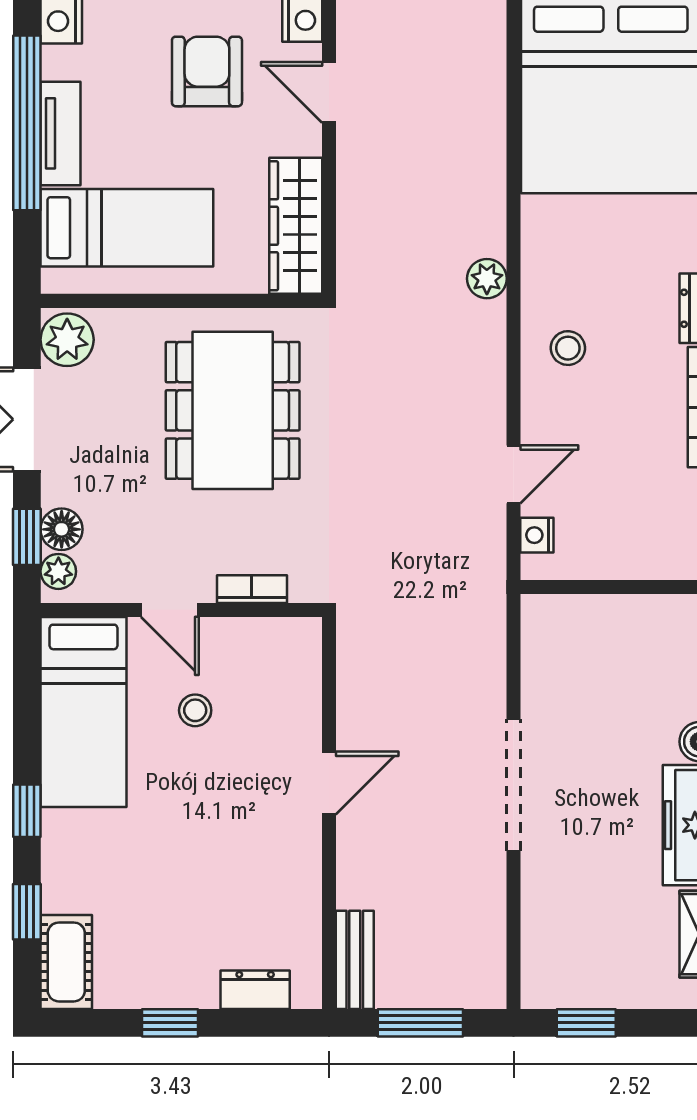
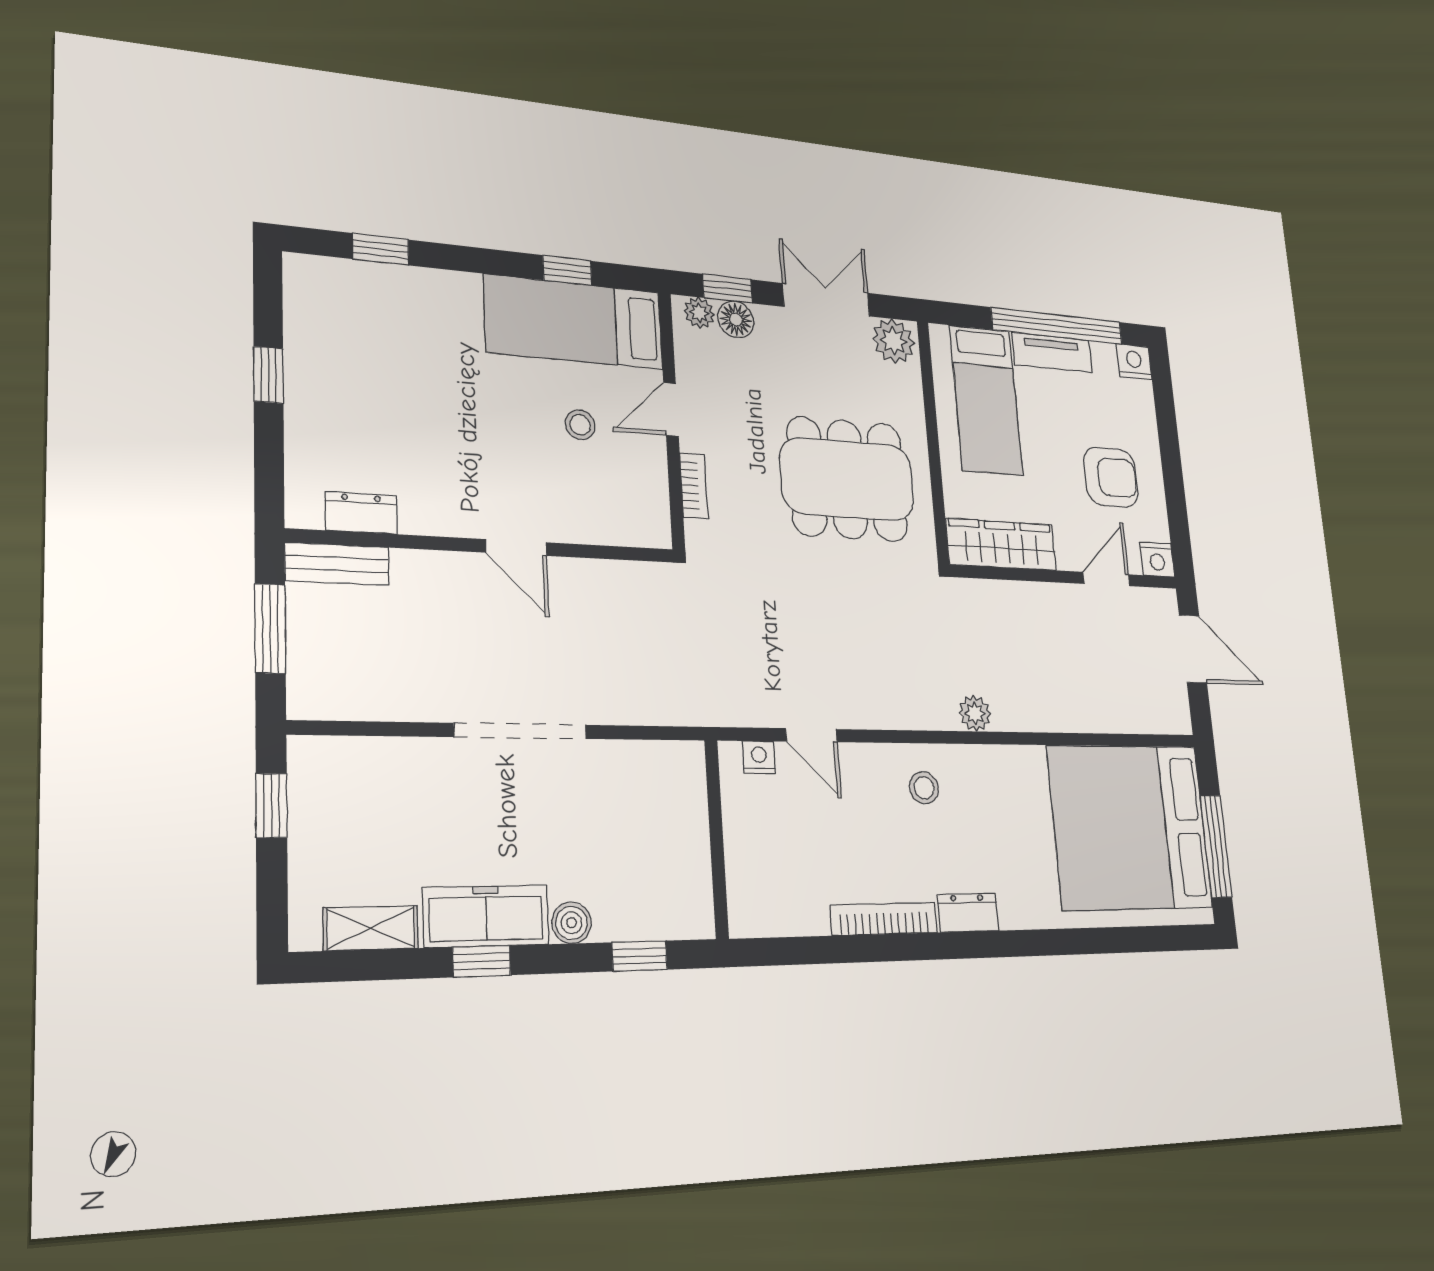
window: (27, 811) -> (567, 270), moved
cot: (66, 962) -> (331, 281), removed
dresser: (255, 990) -> (361, 513), moved, turned -90

